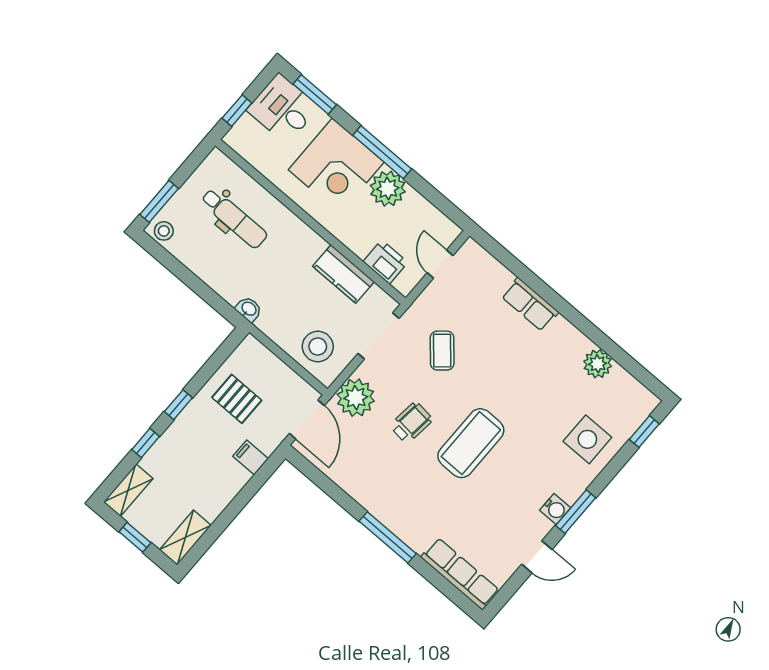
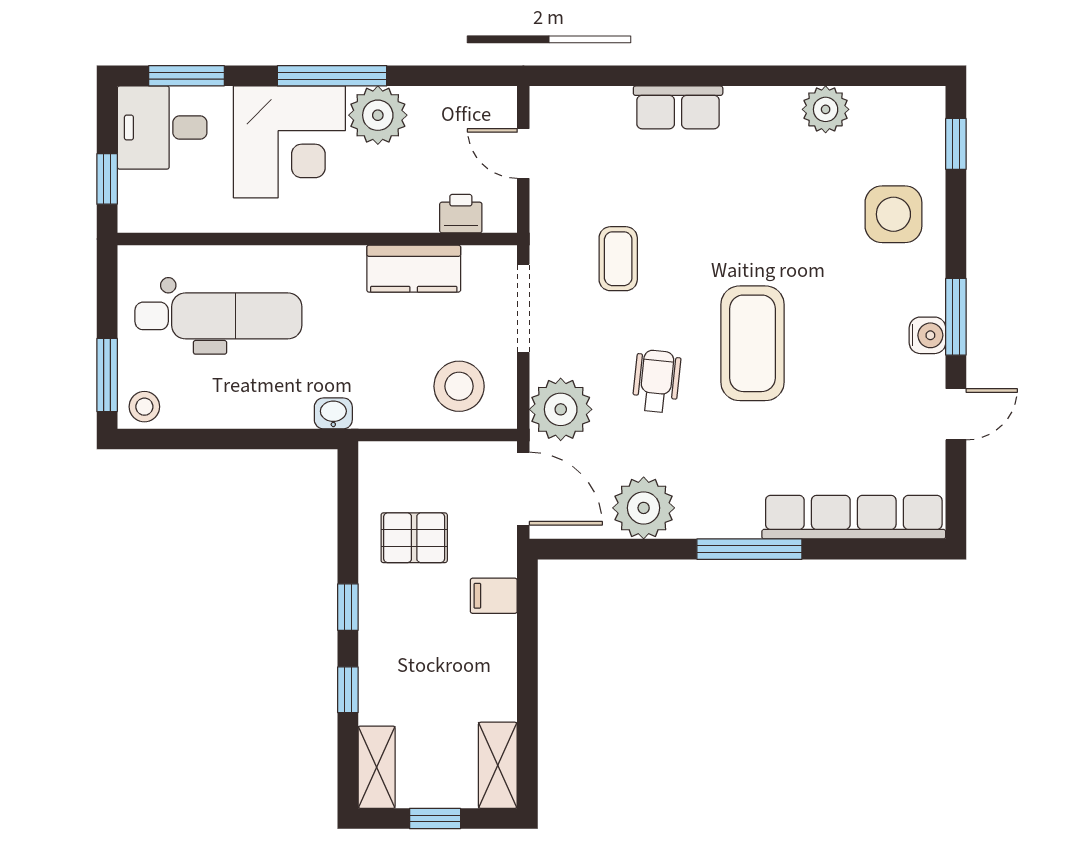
dental chair: (234, 218) -> (218, 316), width x1.36, depth x1.38
printer: (385, 262) -> (461, 214), width x0.73, depth x0.81
coffee table: (442, 351) -> (618, 259), turned 41
plant: (355, 476) -> (644, 508), added
row of seats: (460, 574) -> (854, 517), width x1.36

